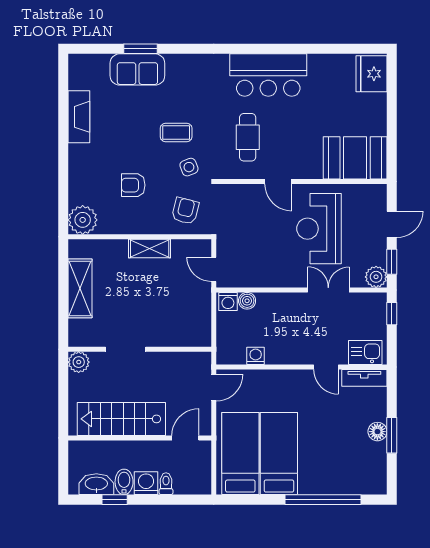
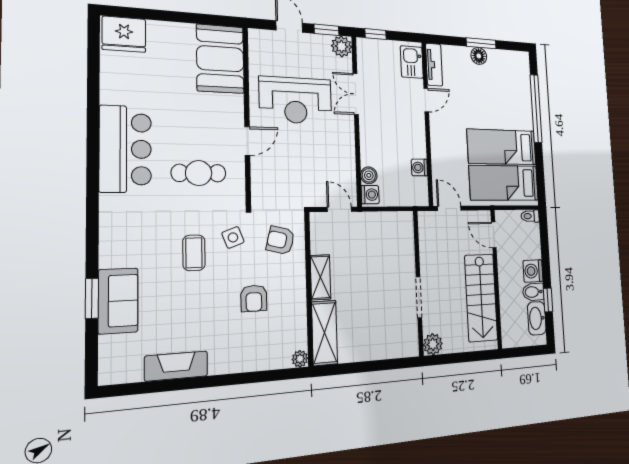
plant: (83, 220) -> (300, 359), width x0.53, depth x0.53
door: (214, 269) -> (339, 209), swing flipped
shelving: (80, 288) -> (325, 333), moved, turned 90
toilet: (166, 484) -> (530, 216), moved

